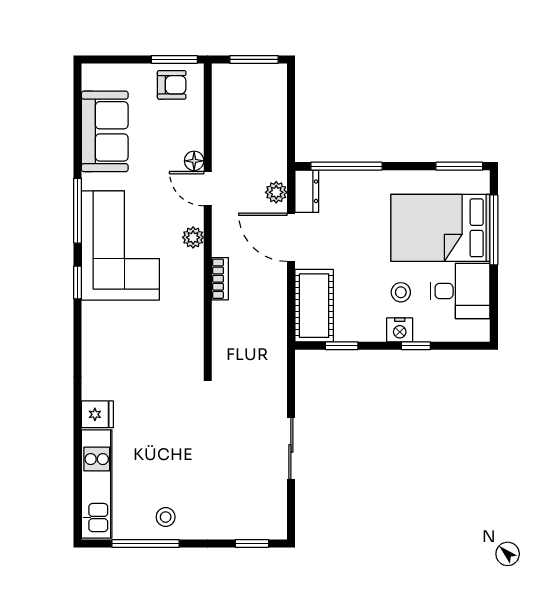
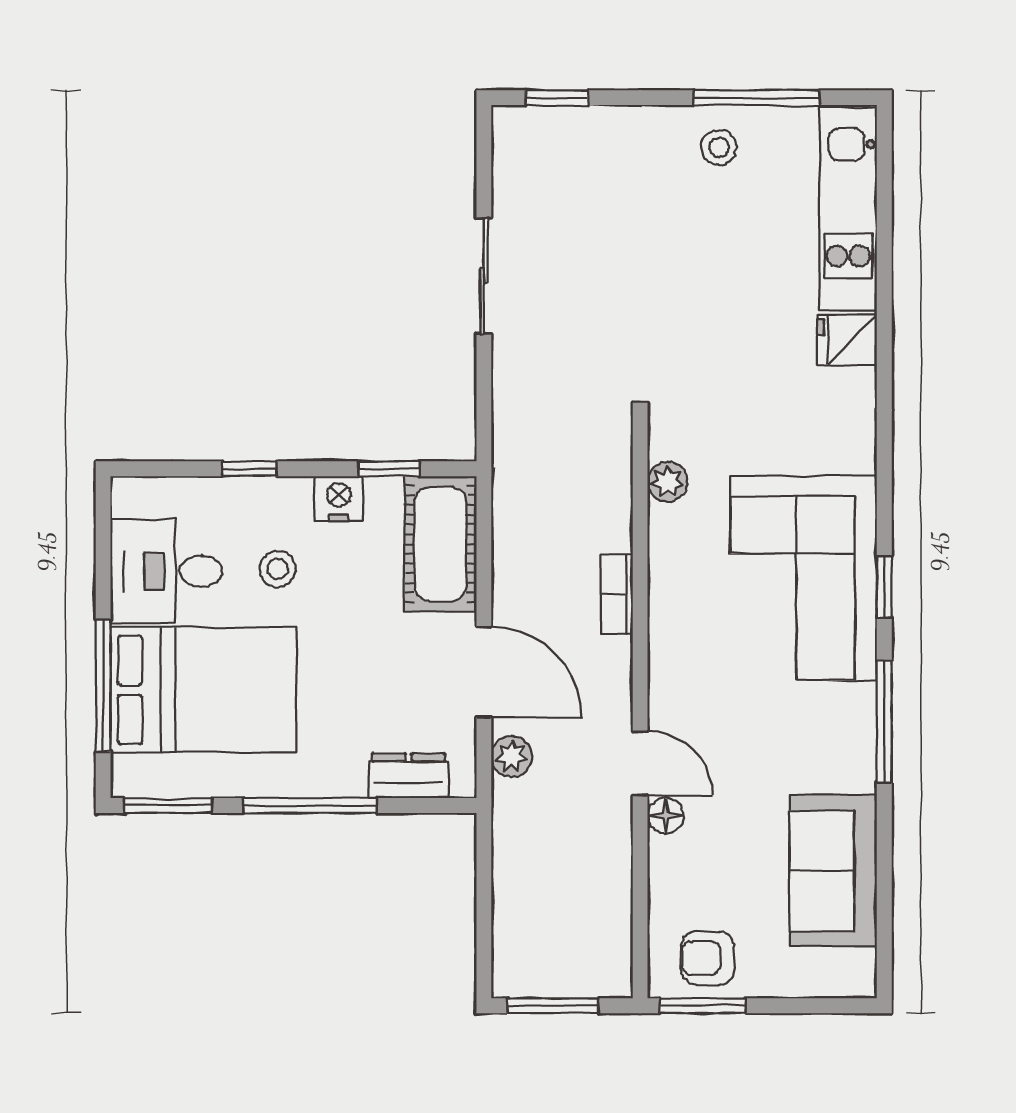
window: (346, 166) -> (310, 806), moved
dresser: (307, 191) -> (409, 776), moved, turned 90
plant: (193, 237) -> (668, 482), moved
corner sofa: (120, 245) -> (804, 578), moved
nightstand: (400, 330) -> (339, 498), moved

